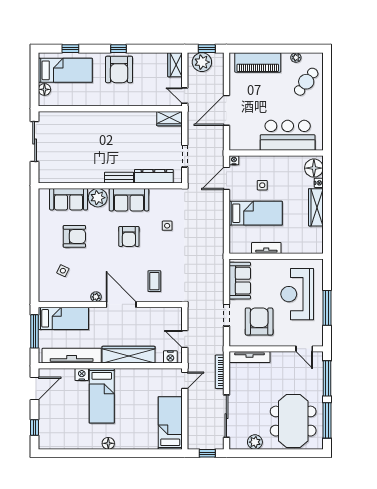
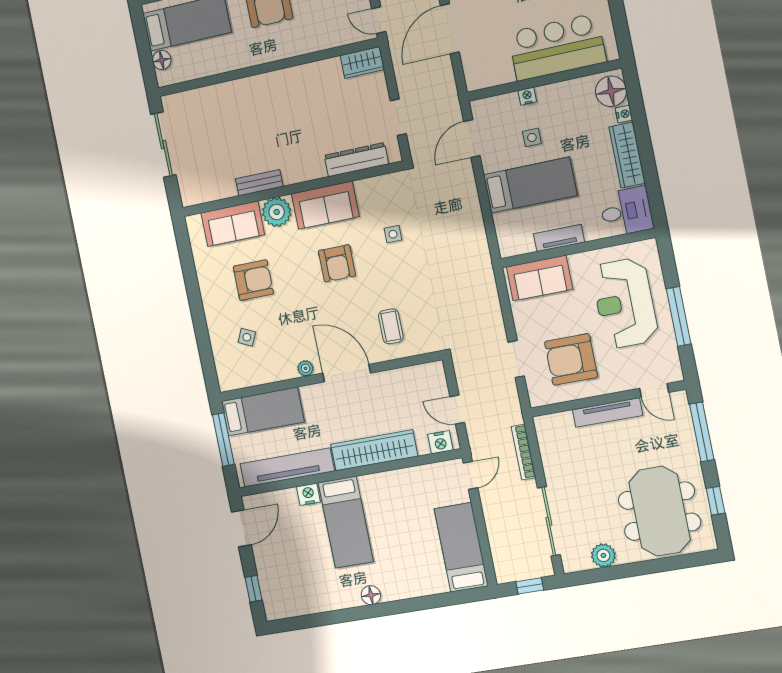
nightstand: (234, 160) -> (527, 96), moved
bench: (119, 178) -> (259, 183), moved
desk: (309, 240) -> (626, 212), added
sofa: (240, 281) -> (539, 278), moved, turned 90
armchair: (259, 321) -> (571, 359), turned -90
tv unit: (249, 357) -> (607, 413), moved
window: (327, 420) -> (716, 501), width x0.46

